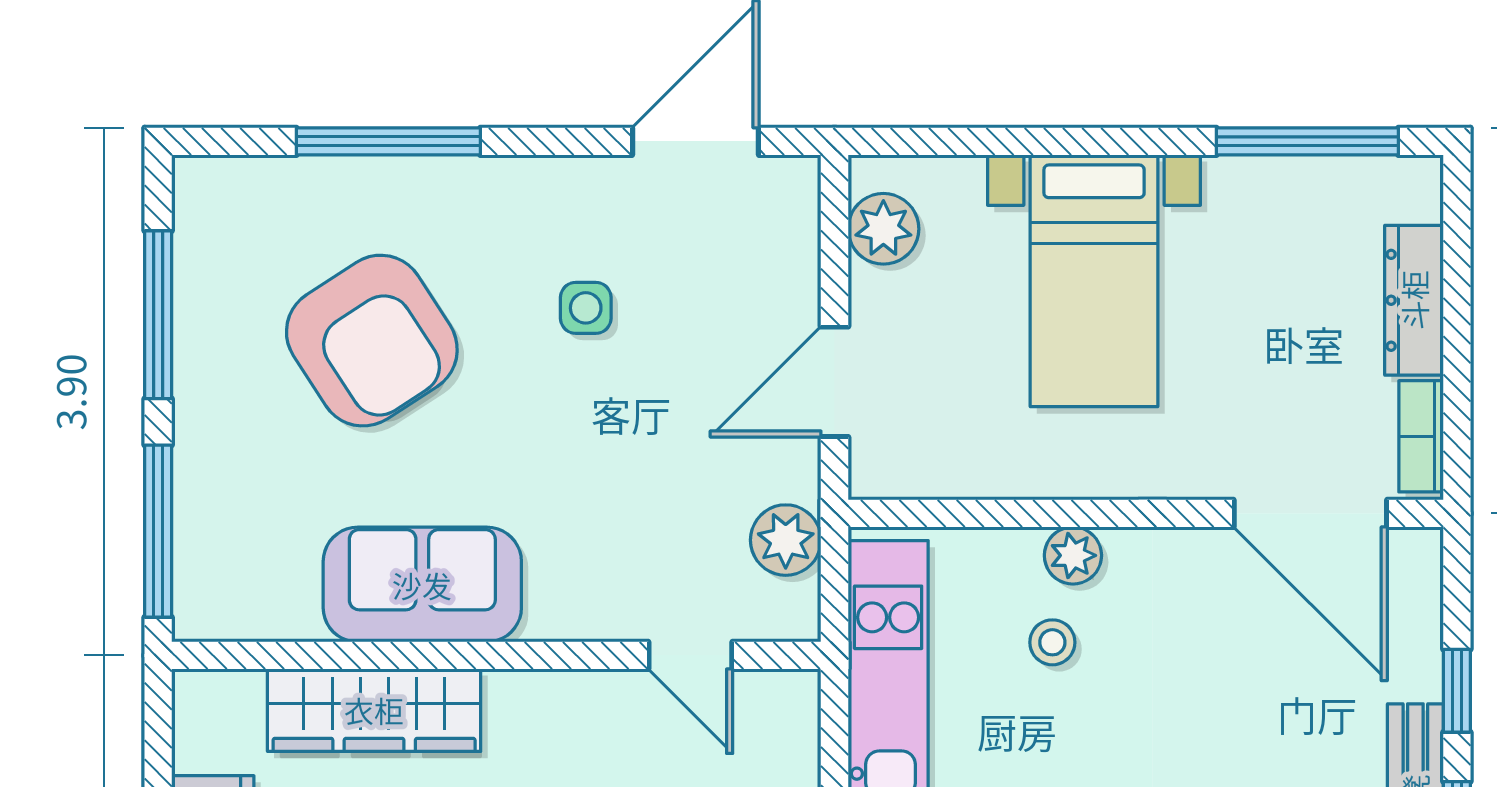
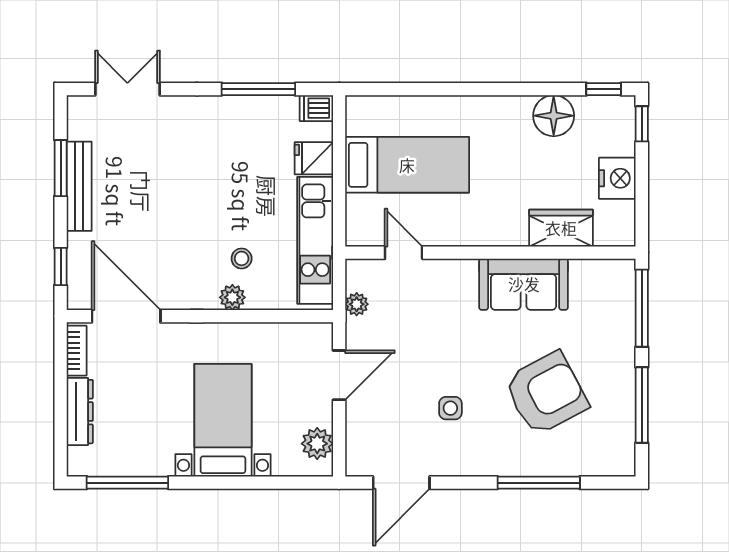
armchair: (372, 341) -> (546, 393), turned 95
plant: (786, 540) -> (357, 304), width x0.73, depth x0.73
window: (1457, 691) -> (61, 266), moved
wardrobe: (374, 710) -> (561, 228), width x0.67

